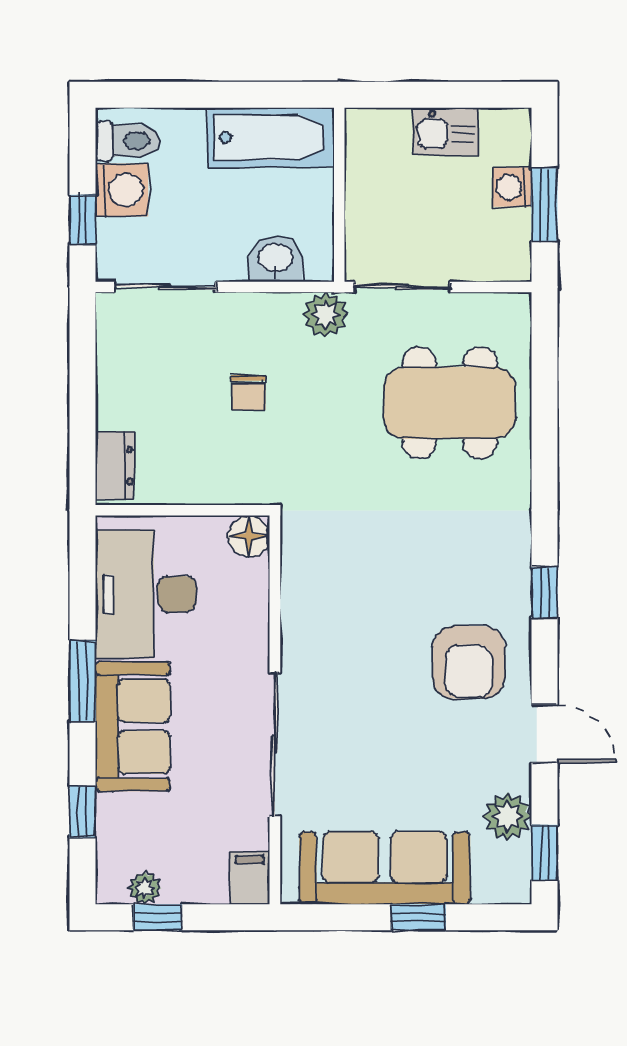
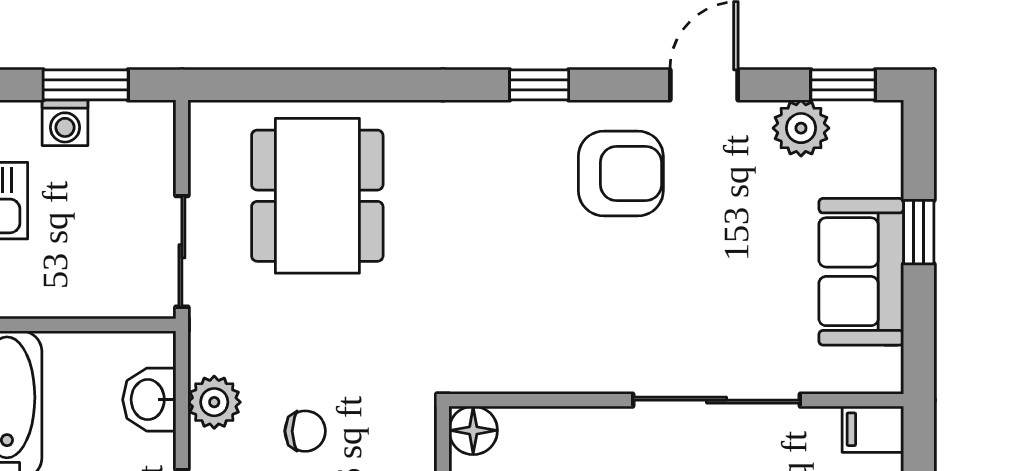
plant: (325, 315) -> (214, 402), moved
sofa: (385, 868) -> (861, 272), width x0.73

